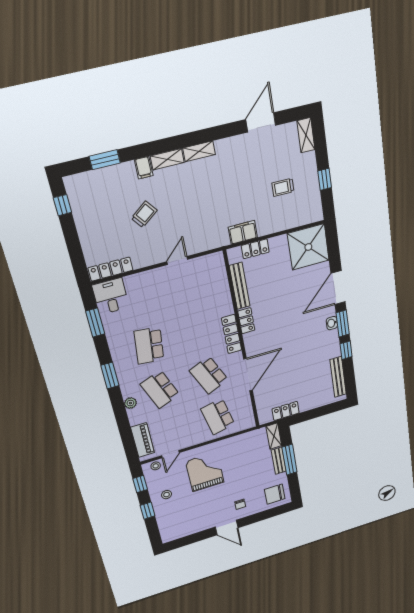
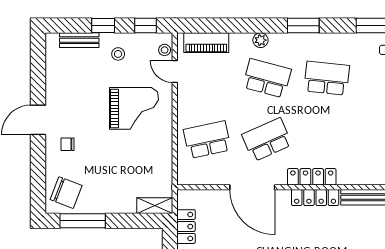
locker: (246, 321) -> (315, 197), width x1.53
school desk: (160, 389) -> (267, 78), turned 36
window: (290, 460) -> (83, 221), moved
bench: (279, 461) -> (79, 40), moved
chair: (275, 494) -> (66, 193), turned 111

